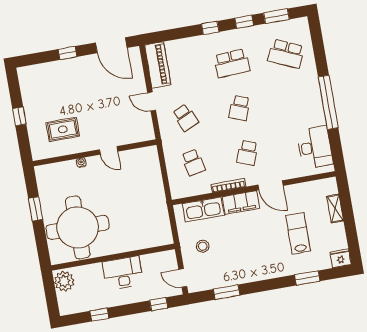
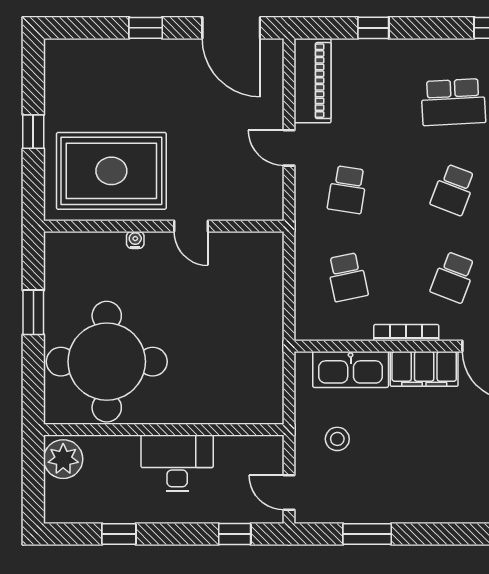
window: (210, 28) -> (373, 28), moved
school desk: (185, 118) -> (347, 190), turned 33
rug: (63, 129) -> (111, 171), width x1.86, depth x2.06

